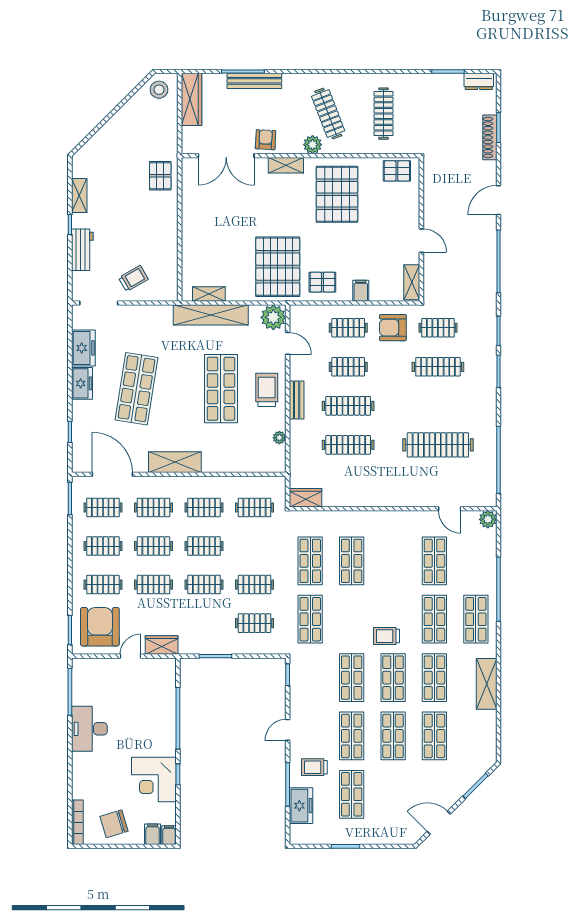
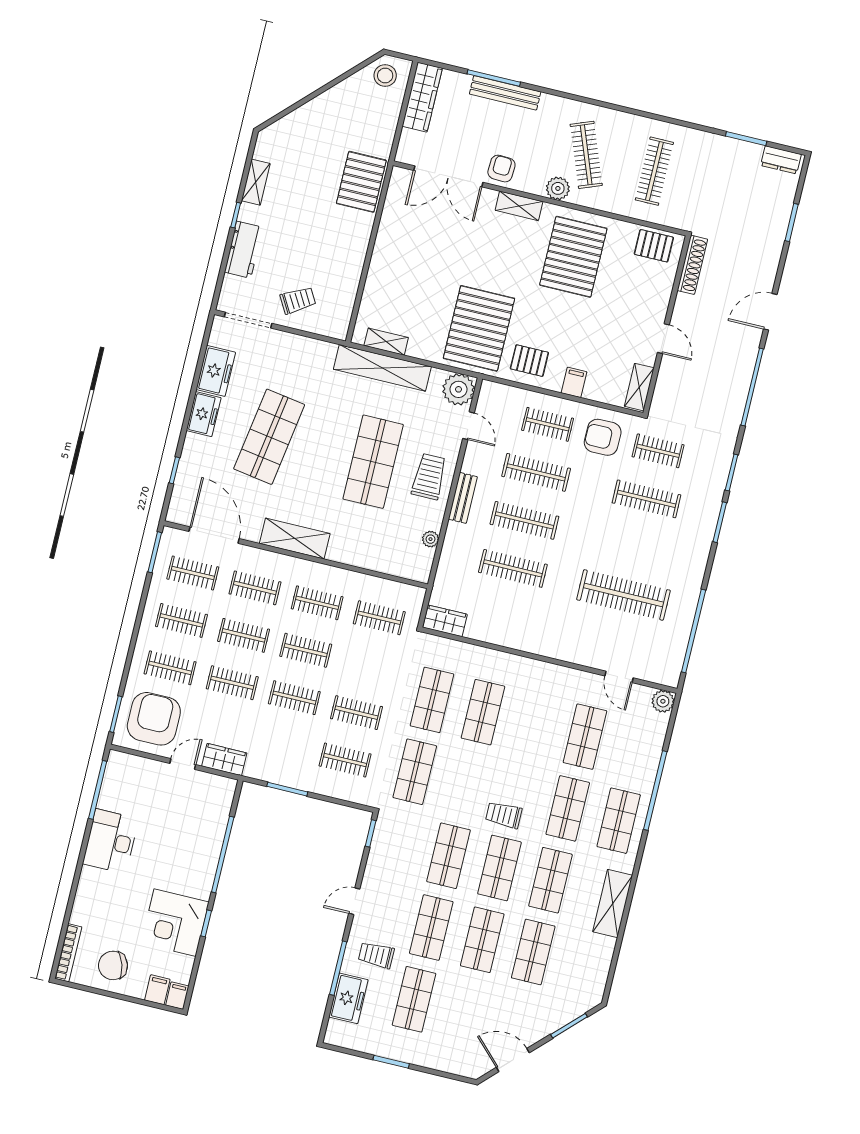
shoe rack: (490, 137) -> (692, 265), moved, turned 180
pallet: (160, 176) -> (361, 182), width x1.50, depth x1.42
clothes rail: (348, 367) -> (536, 472), width x1.36

